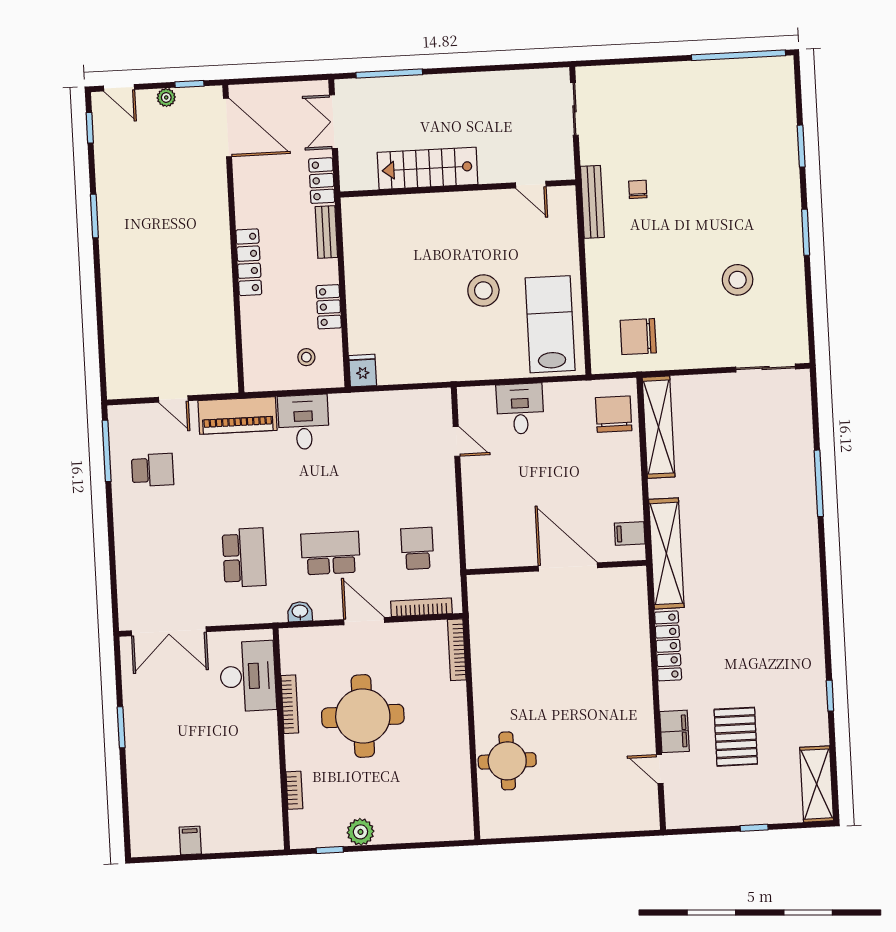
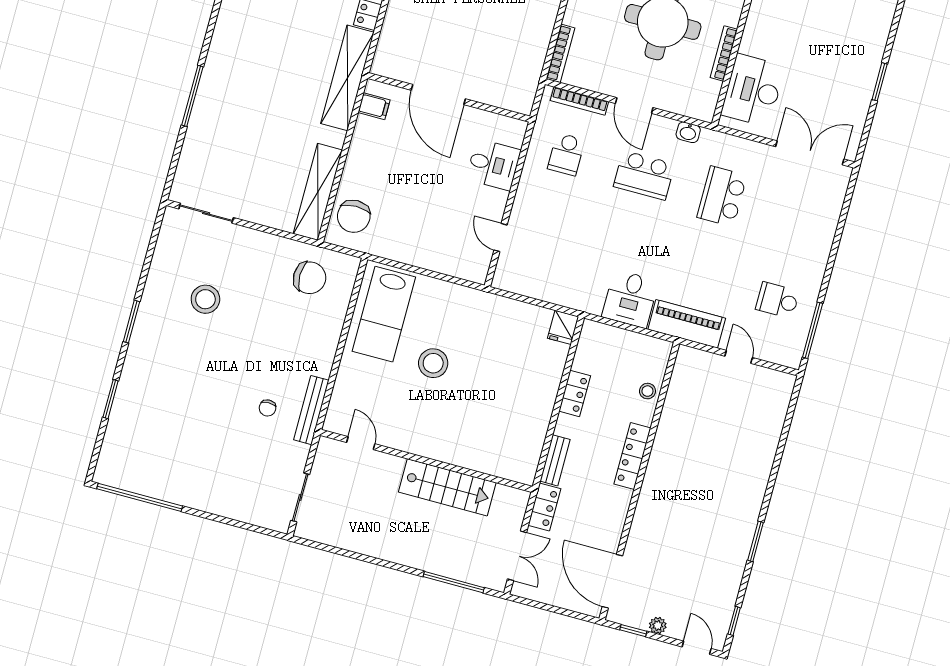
stool: (306, 357) -> (647, 391), moved
desk: (520, 409) -> (493, 165), moved, turned -90

